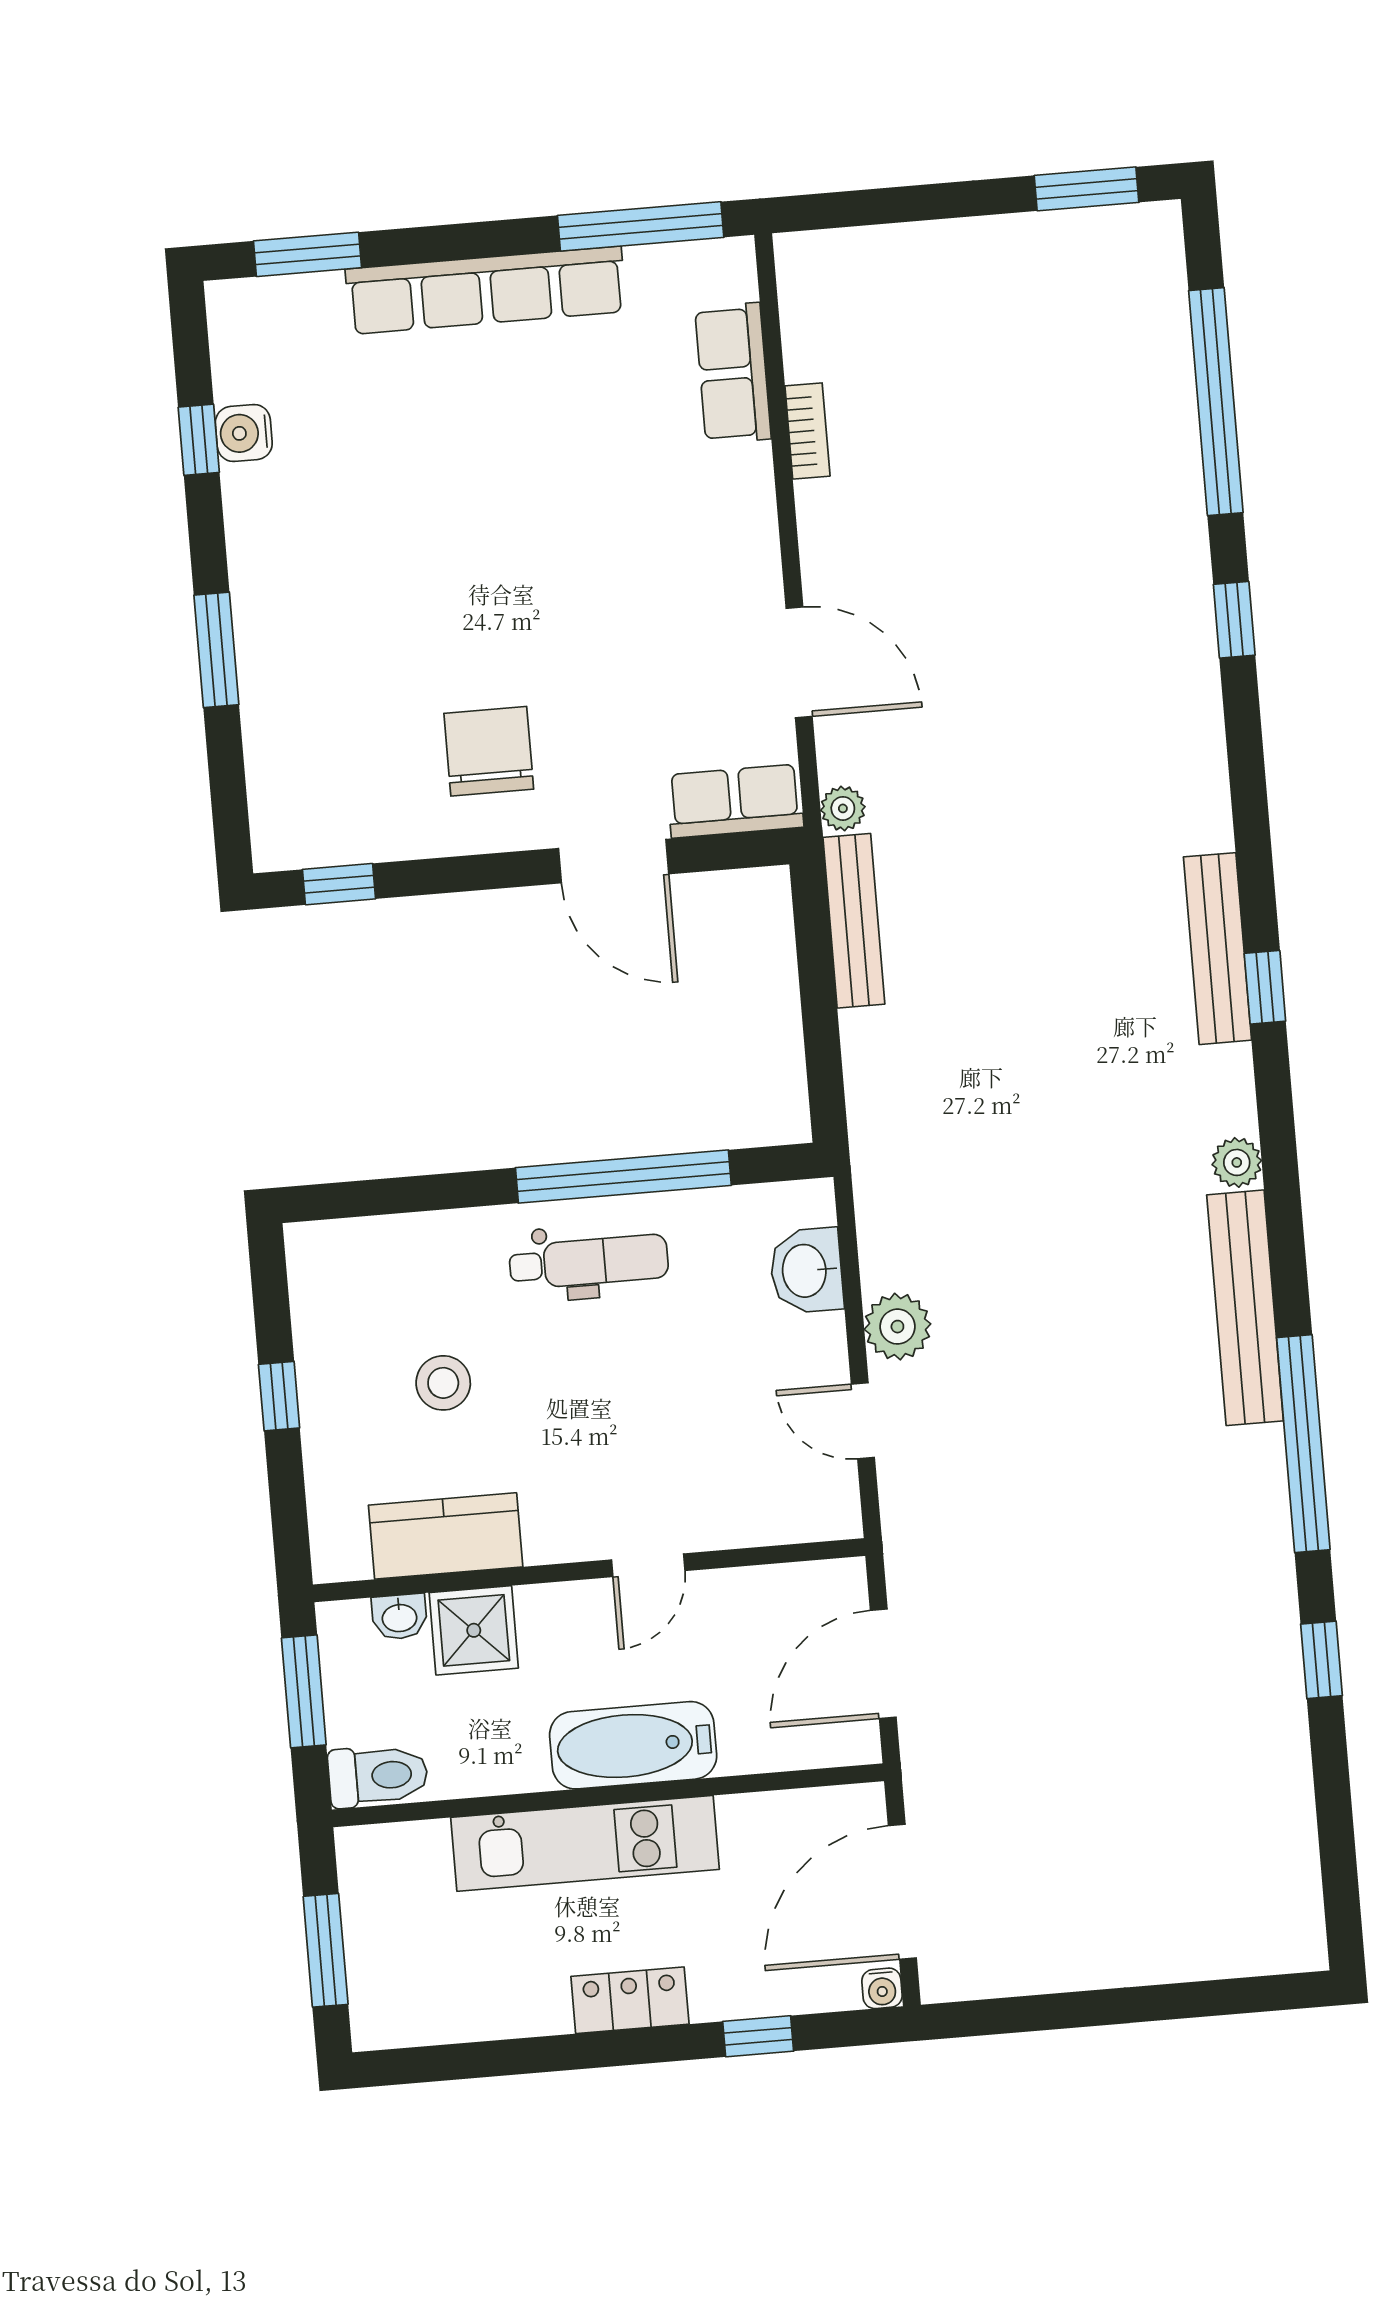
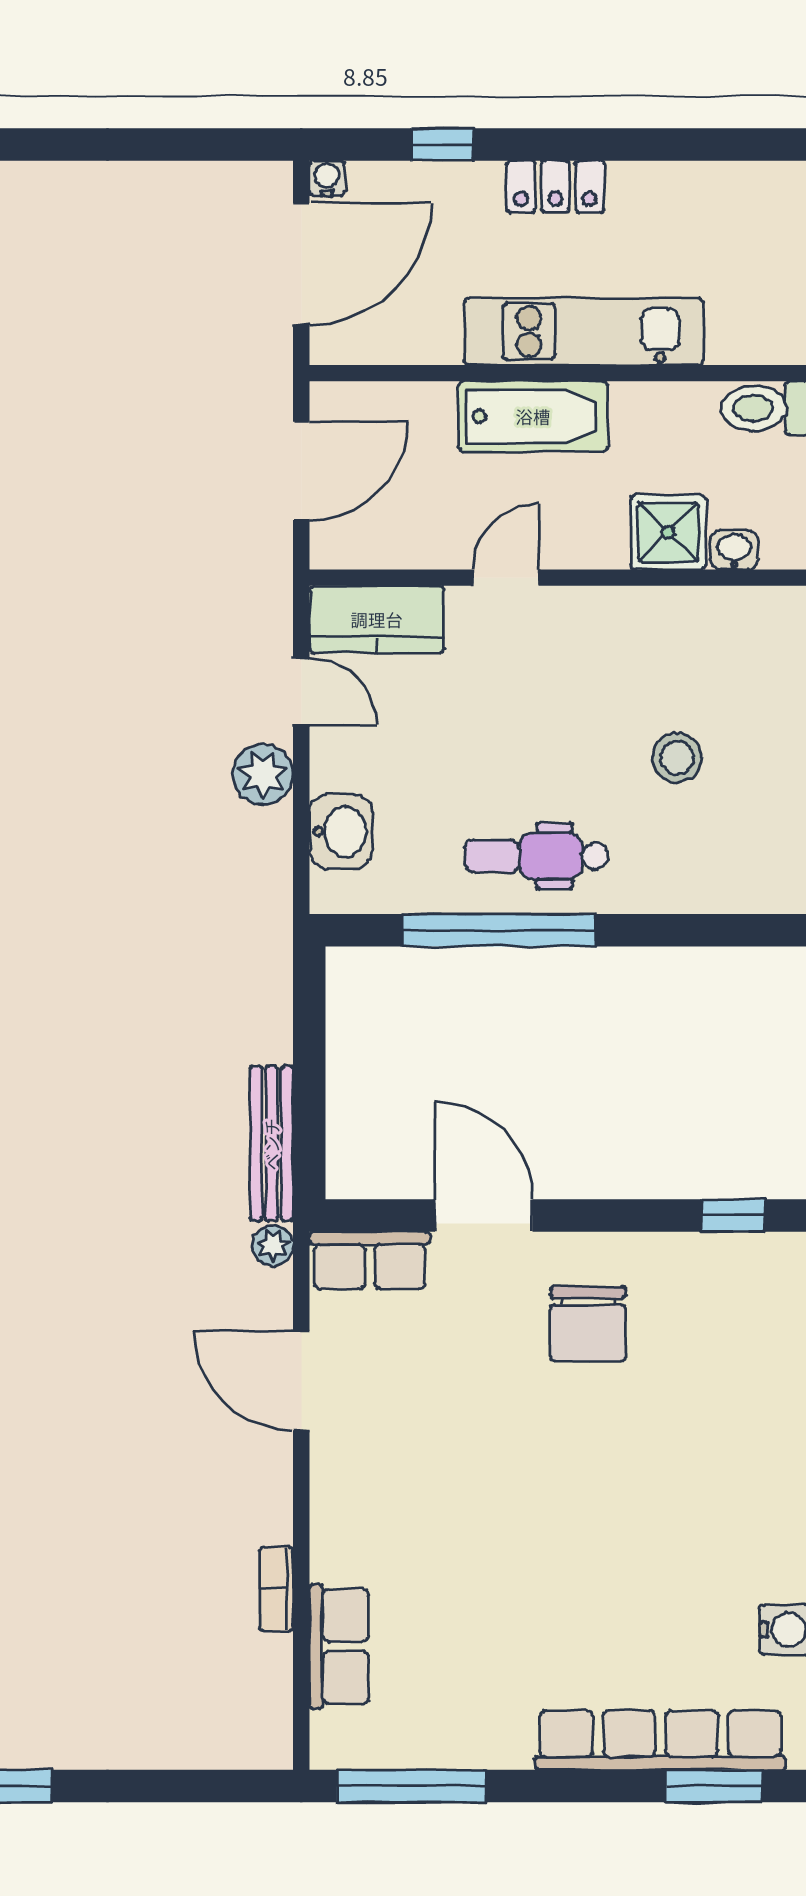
row of seats: (486, 290) -> (661, 1740), moved
kitchen counter: (446, 1536) -> (377, 619), moved

